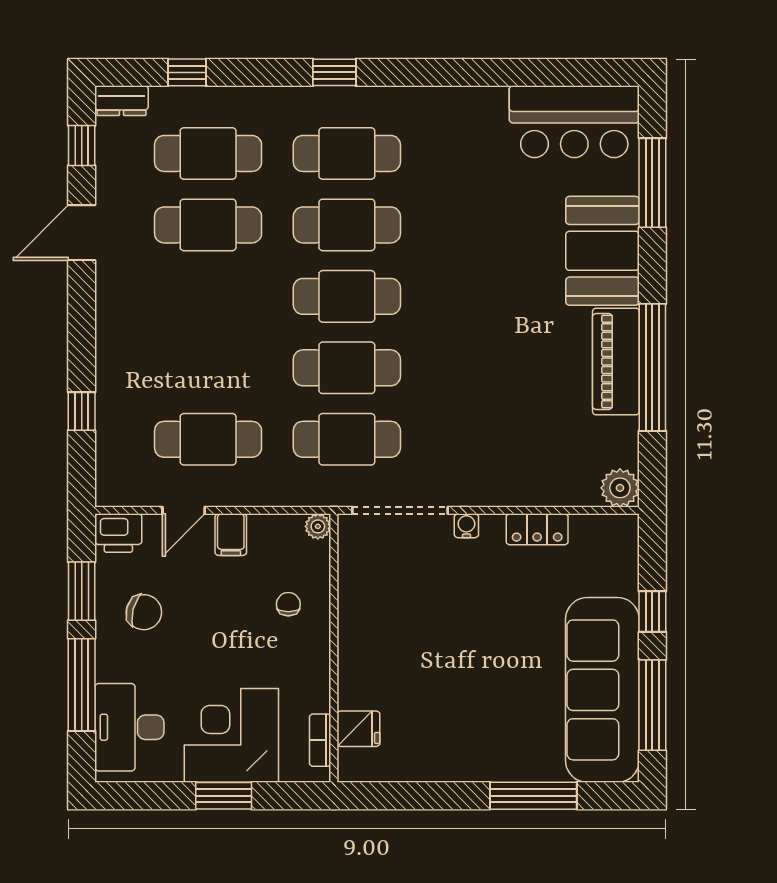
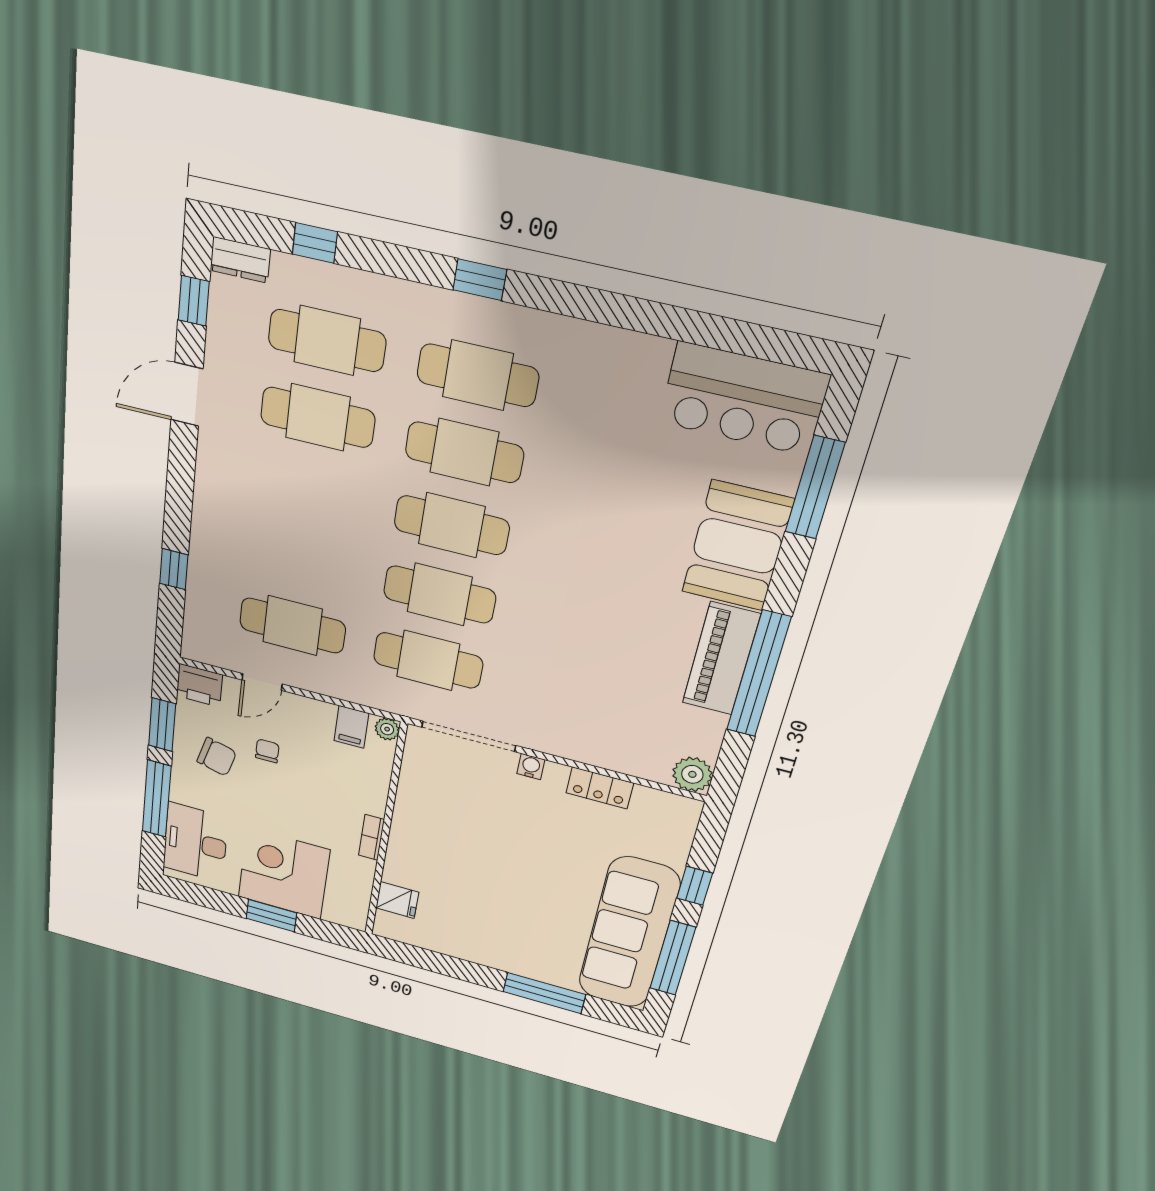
filing cabinet: (231, 535) -> (351, 727), moved
chair: (288, 604) -> (267, 751), moved
bookcase: (320, 740) -> (372, 837), moved

